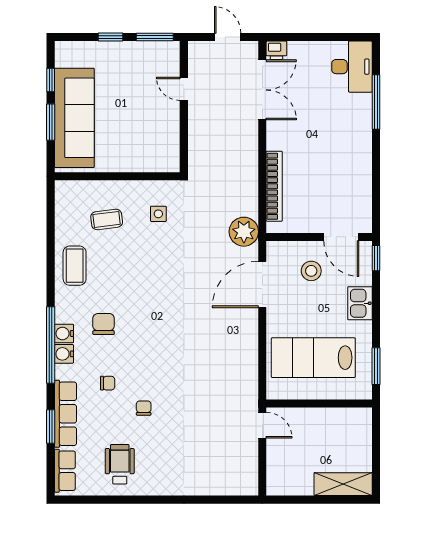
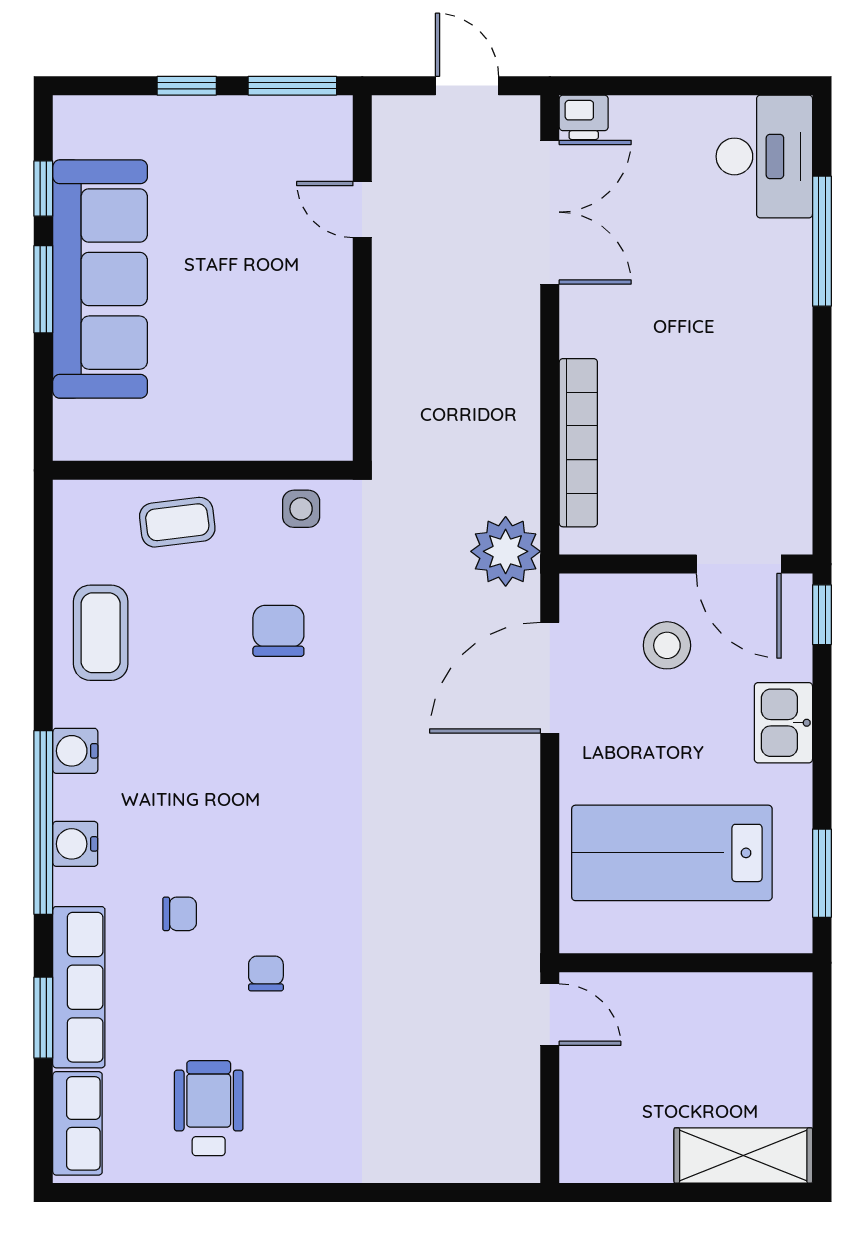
wall: (117, 176) -> (203, 470), moved
chair: (104, 324) -> (278, 631), moved
water cooler: (64, 333) -> (75, 751), moved

